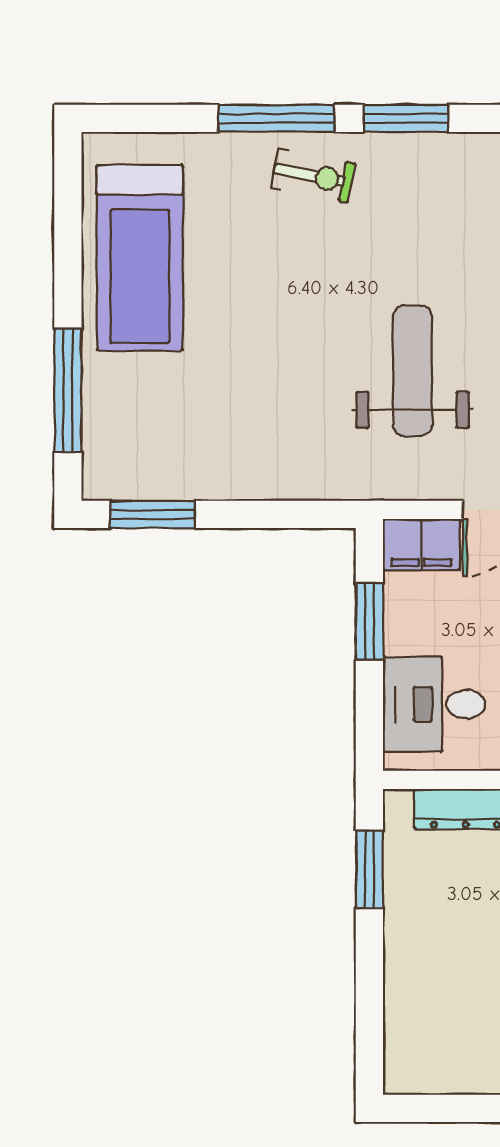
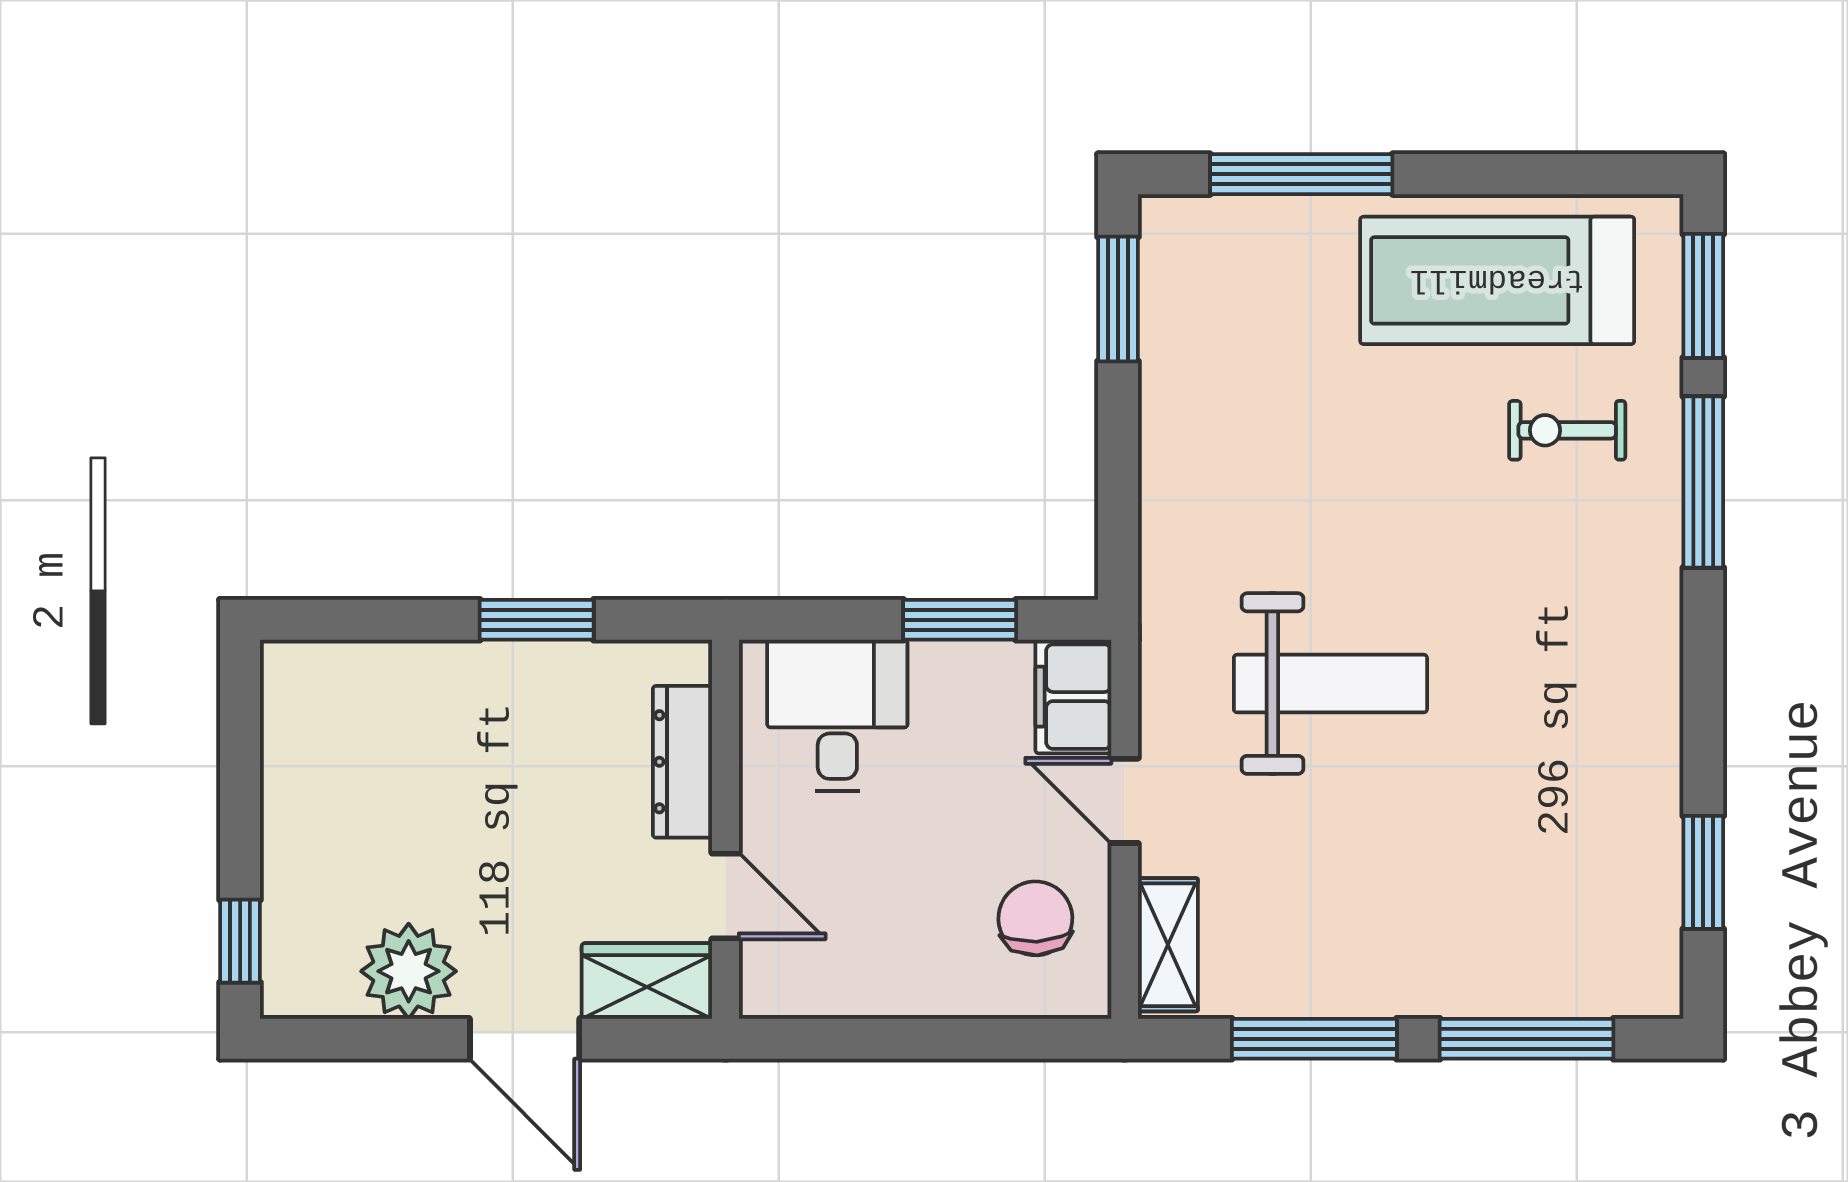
window: (406, 118) -> (1703, 296), moved
exercise bike: (313, 176) -> (1567, 430), moved, turned 79
window: (369, 869) -> (537, 620), moved

